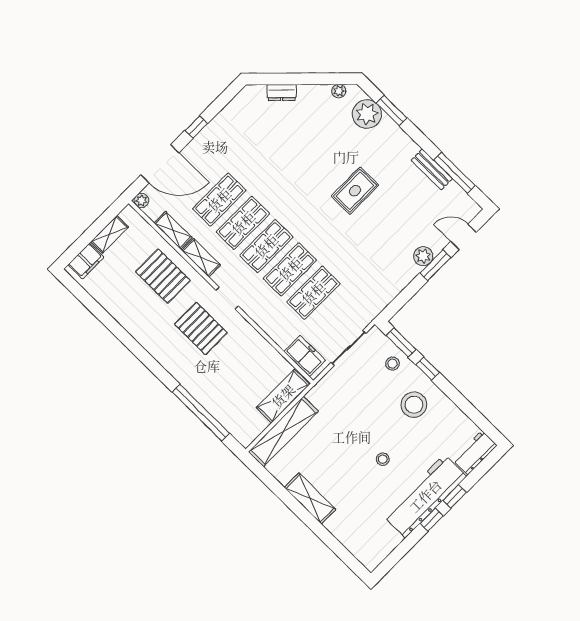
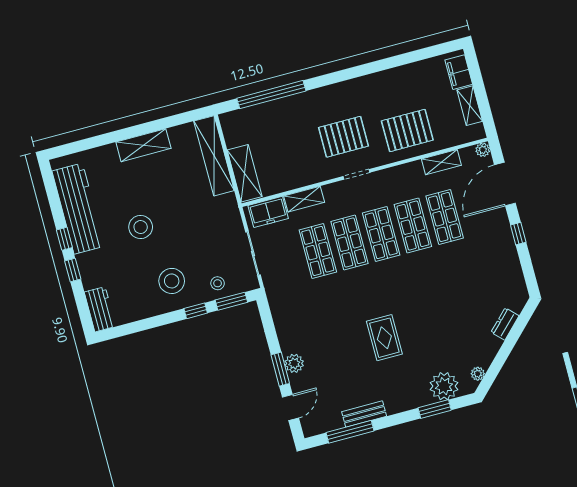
shelving: (201, 258) -> (304, 199), moved
stool: (383, 459) -> (141, 227), width x1.89, depth x1.89
workbench: (425, 496) -> (78, 209), moved

